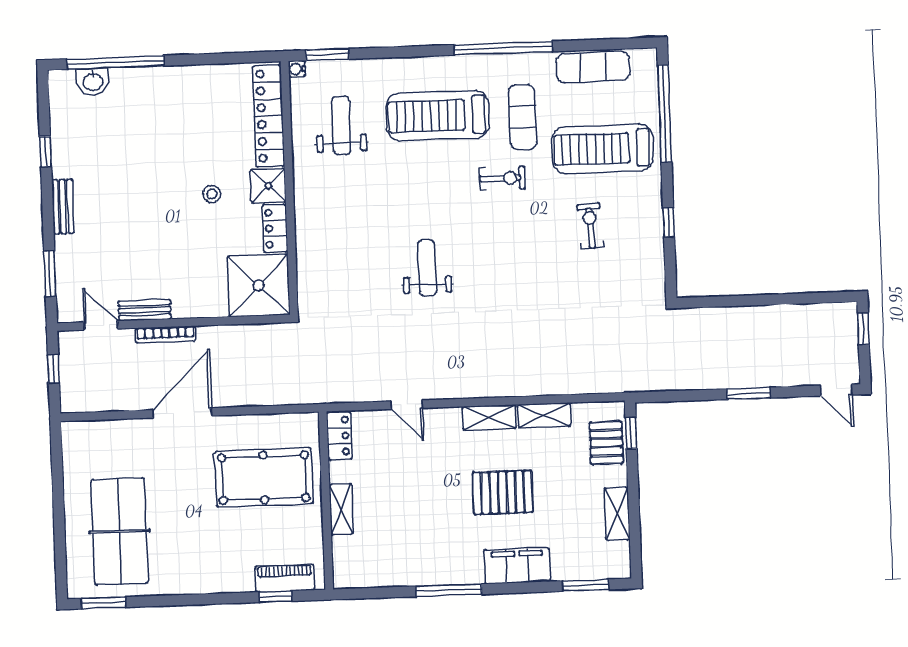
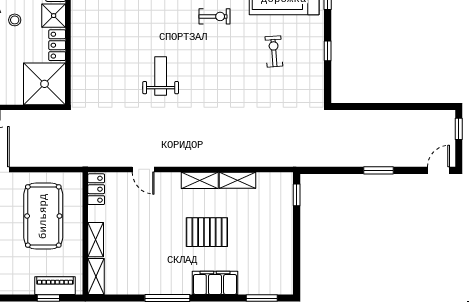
door: (836, 390) -> (438, 170), swing flipped
pallet: (606, 443) -> (279, 201), removed
pool table: (264, 478) -> (43, 216), turned 90
shelving: (617, 514) -> (96, 276), moved

